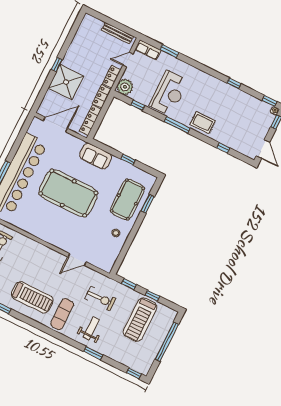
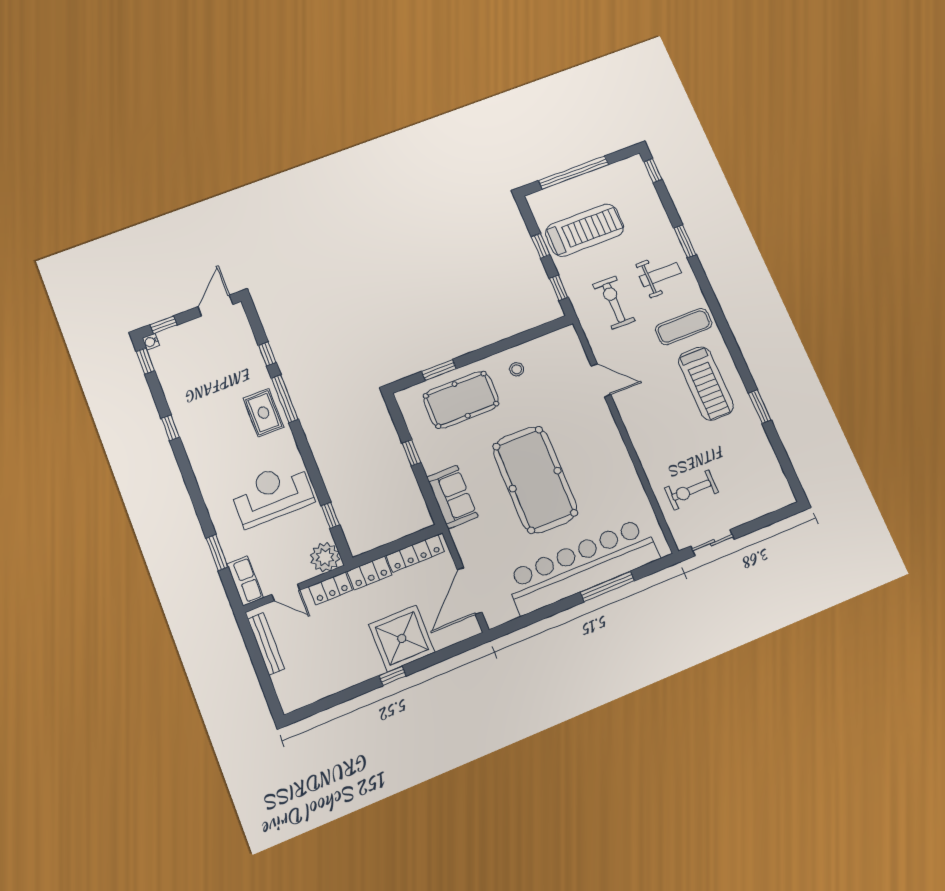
door: (56, 125) -> (469, 591), hinge flipped
window: (177, 125) -> (285, 399), moved
treadmill: (32, 297) -> (706, 383), turned 180
weight bench: (91, 328) -> (660, 275), turned 180

